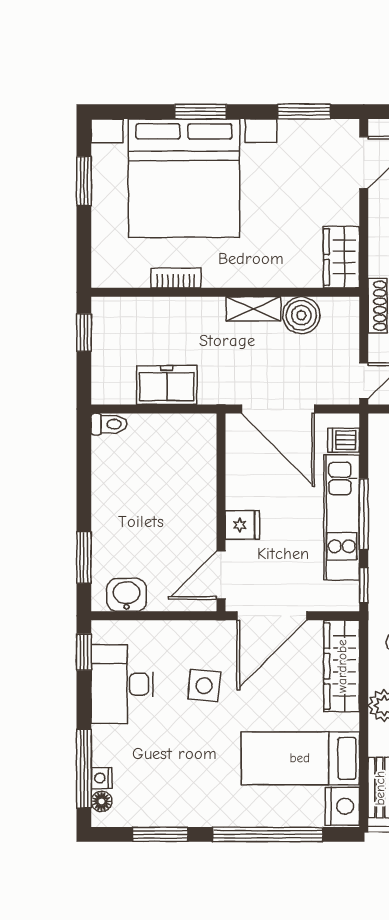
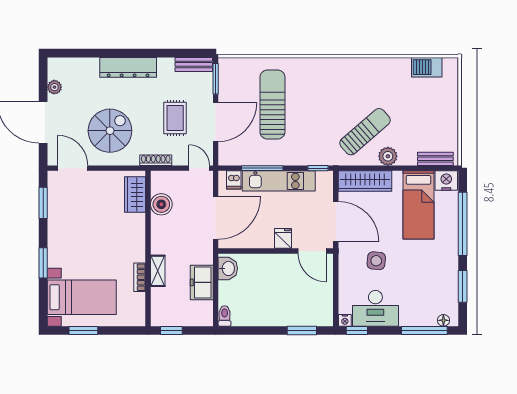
bed with nightstands: (184, 178) -> (82, 297), width x0.54
wardrobe: (341, 257) -> (135, 195), moved, turned 90
shelving: (253, 309) -> (158, 271), moved
window: (364, 514) -> (262, 168), moved
washbasin: (127, 595) -> (228, 268), moved, turned 180
nightstand: (102, 778) -> (345, 320), moved

